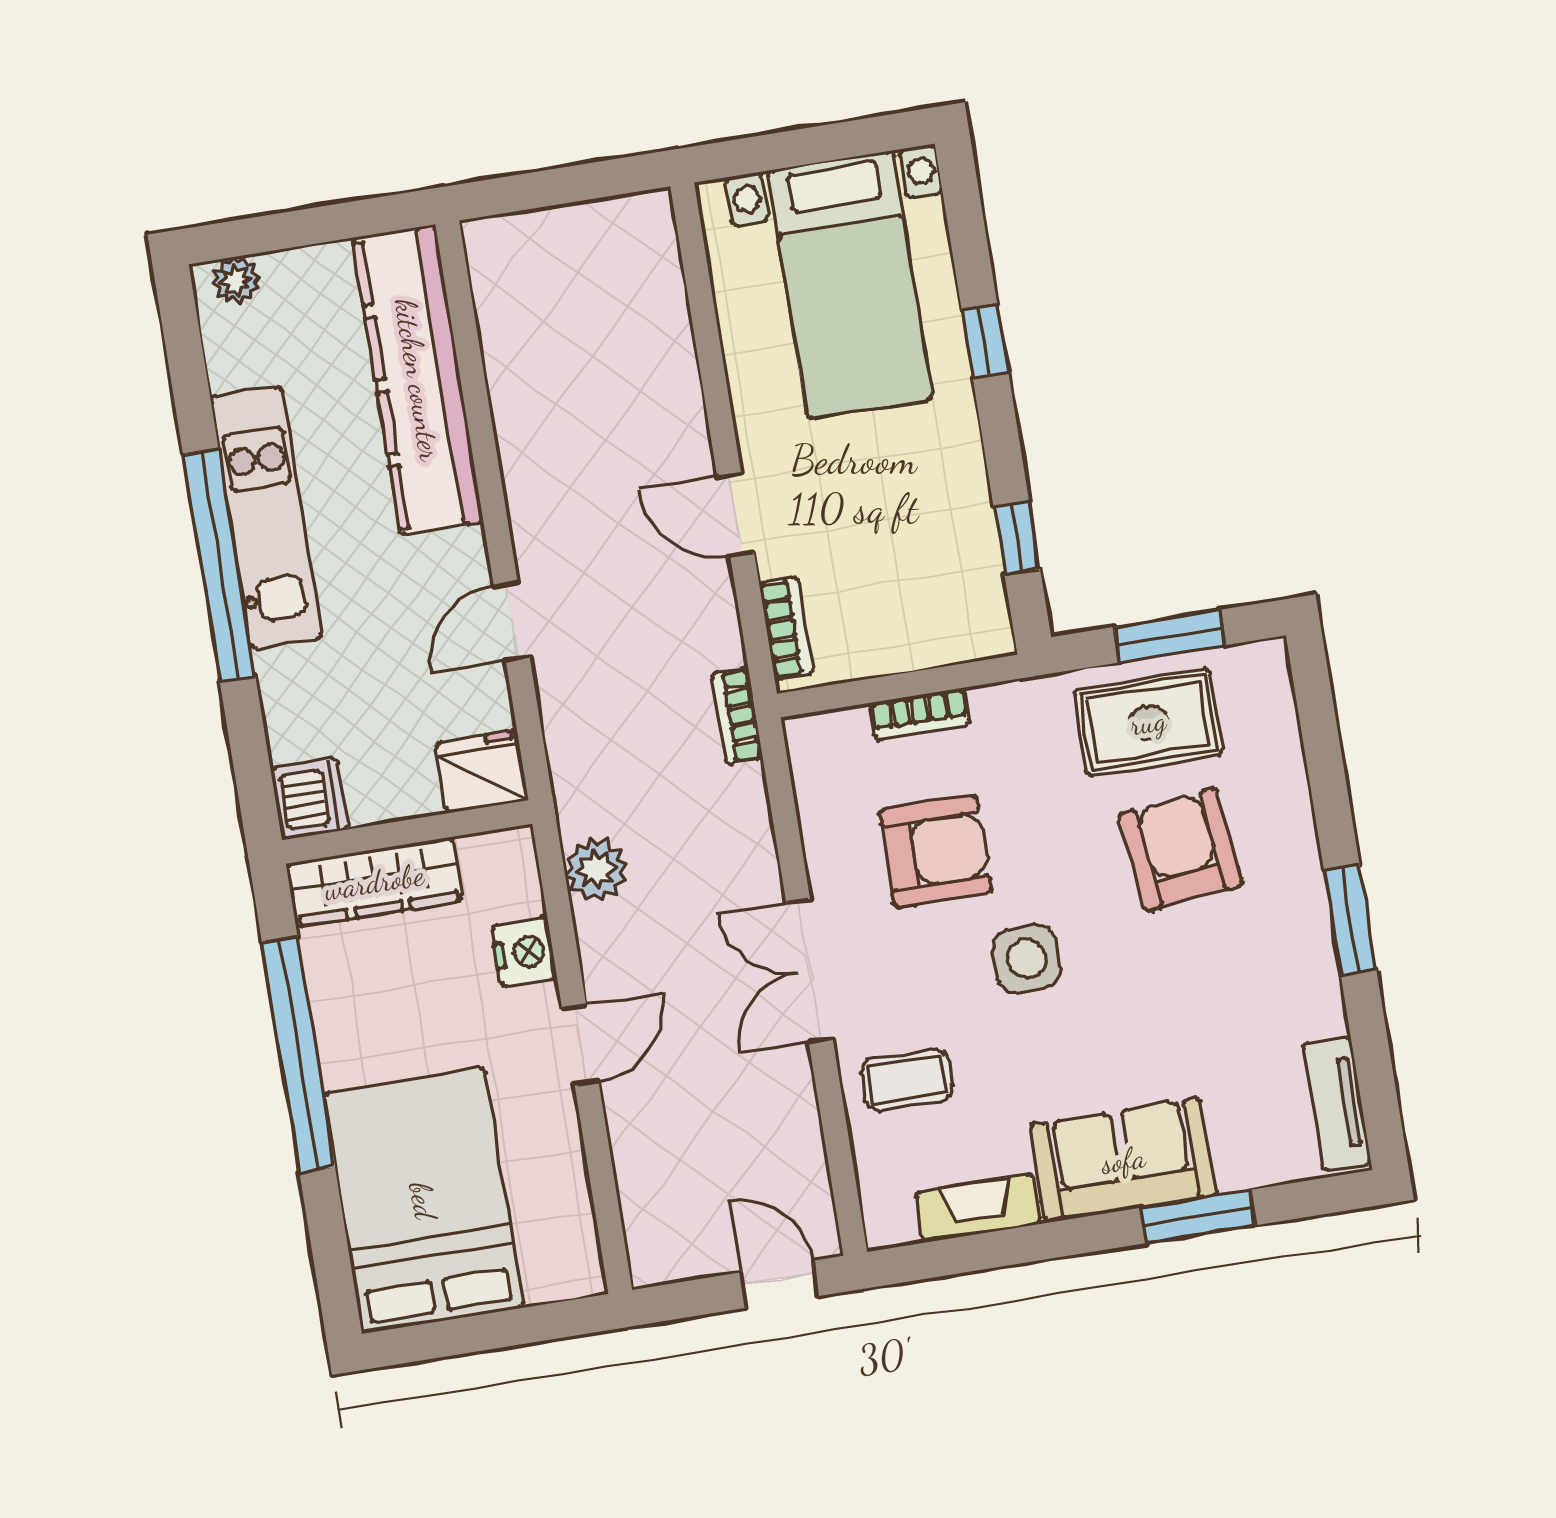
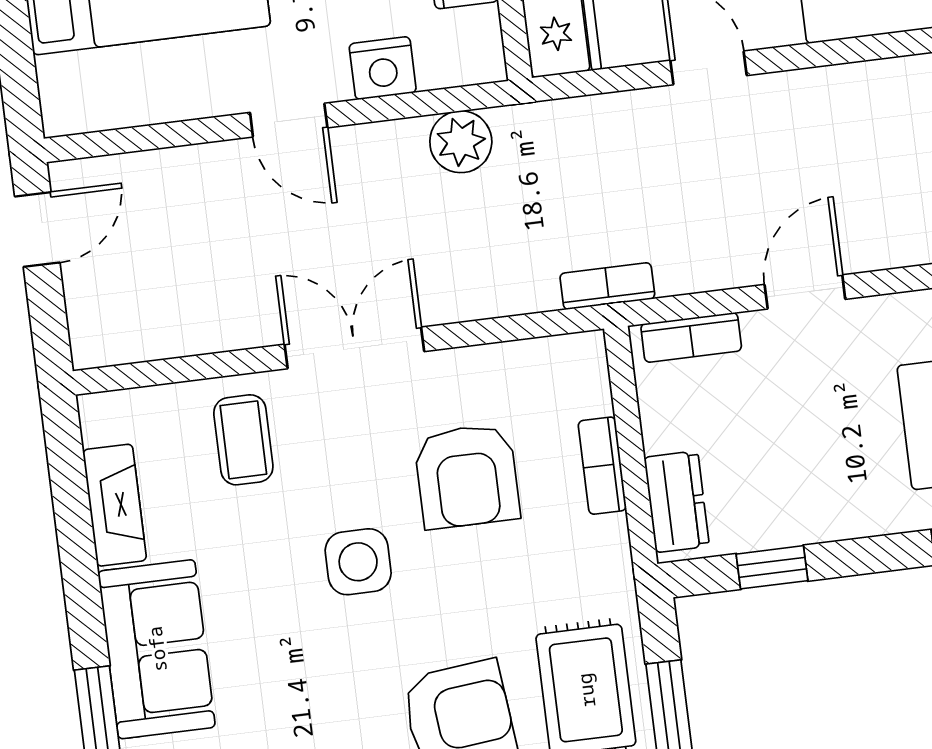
dresser: (954, 637) -> (677, 502), added
door: (780, 1284) -> (37, 230), moved

